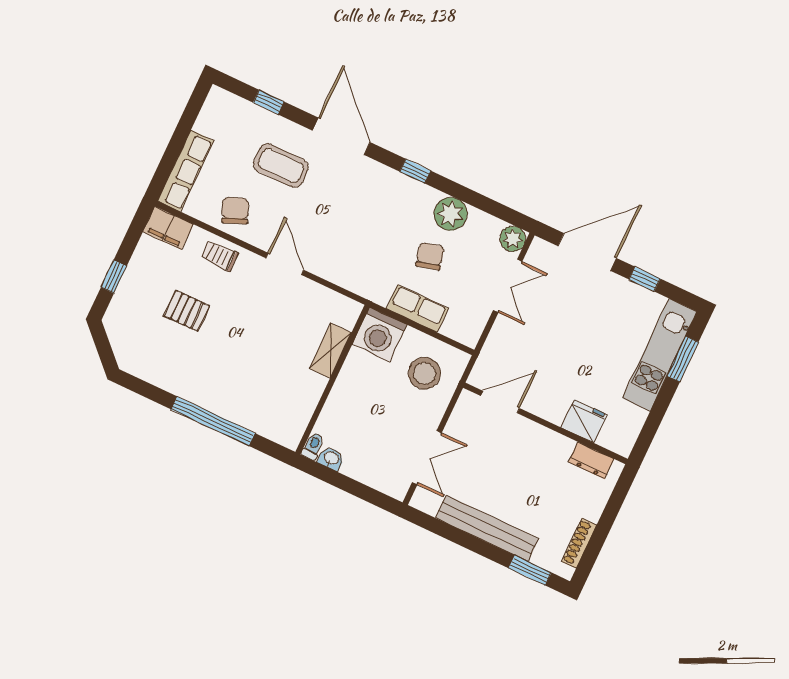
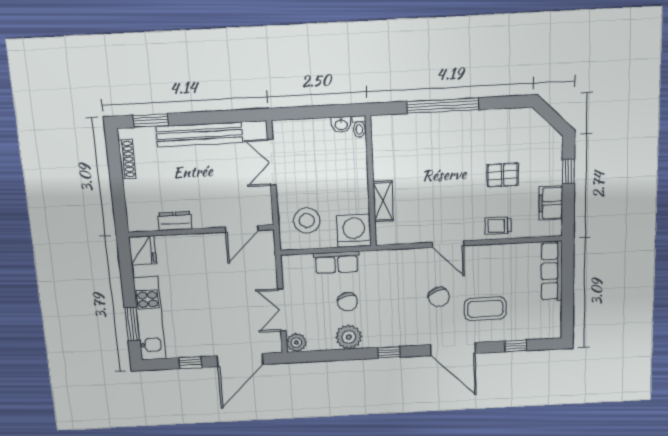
chair: (235, 211) -> (439, 297), moved
filing cabinet: (168, 228) -> (551, 203), moved, turned -90
trolley: (219, 256) -> (498, 226), turned 180
fridge: (584, 421) -> (143, 250), moved, turned -90
dresser: (591, 461) -> (175, 221), moved

